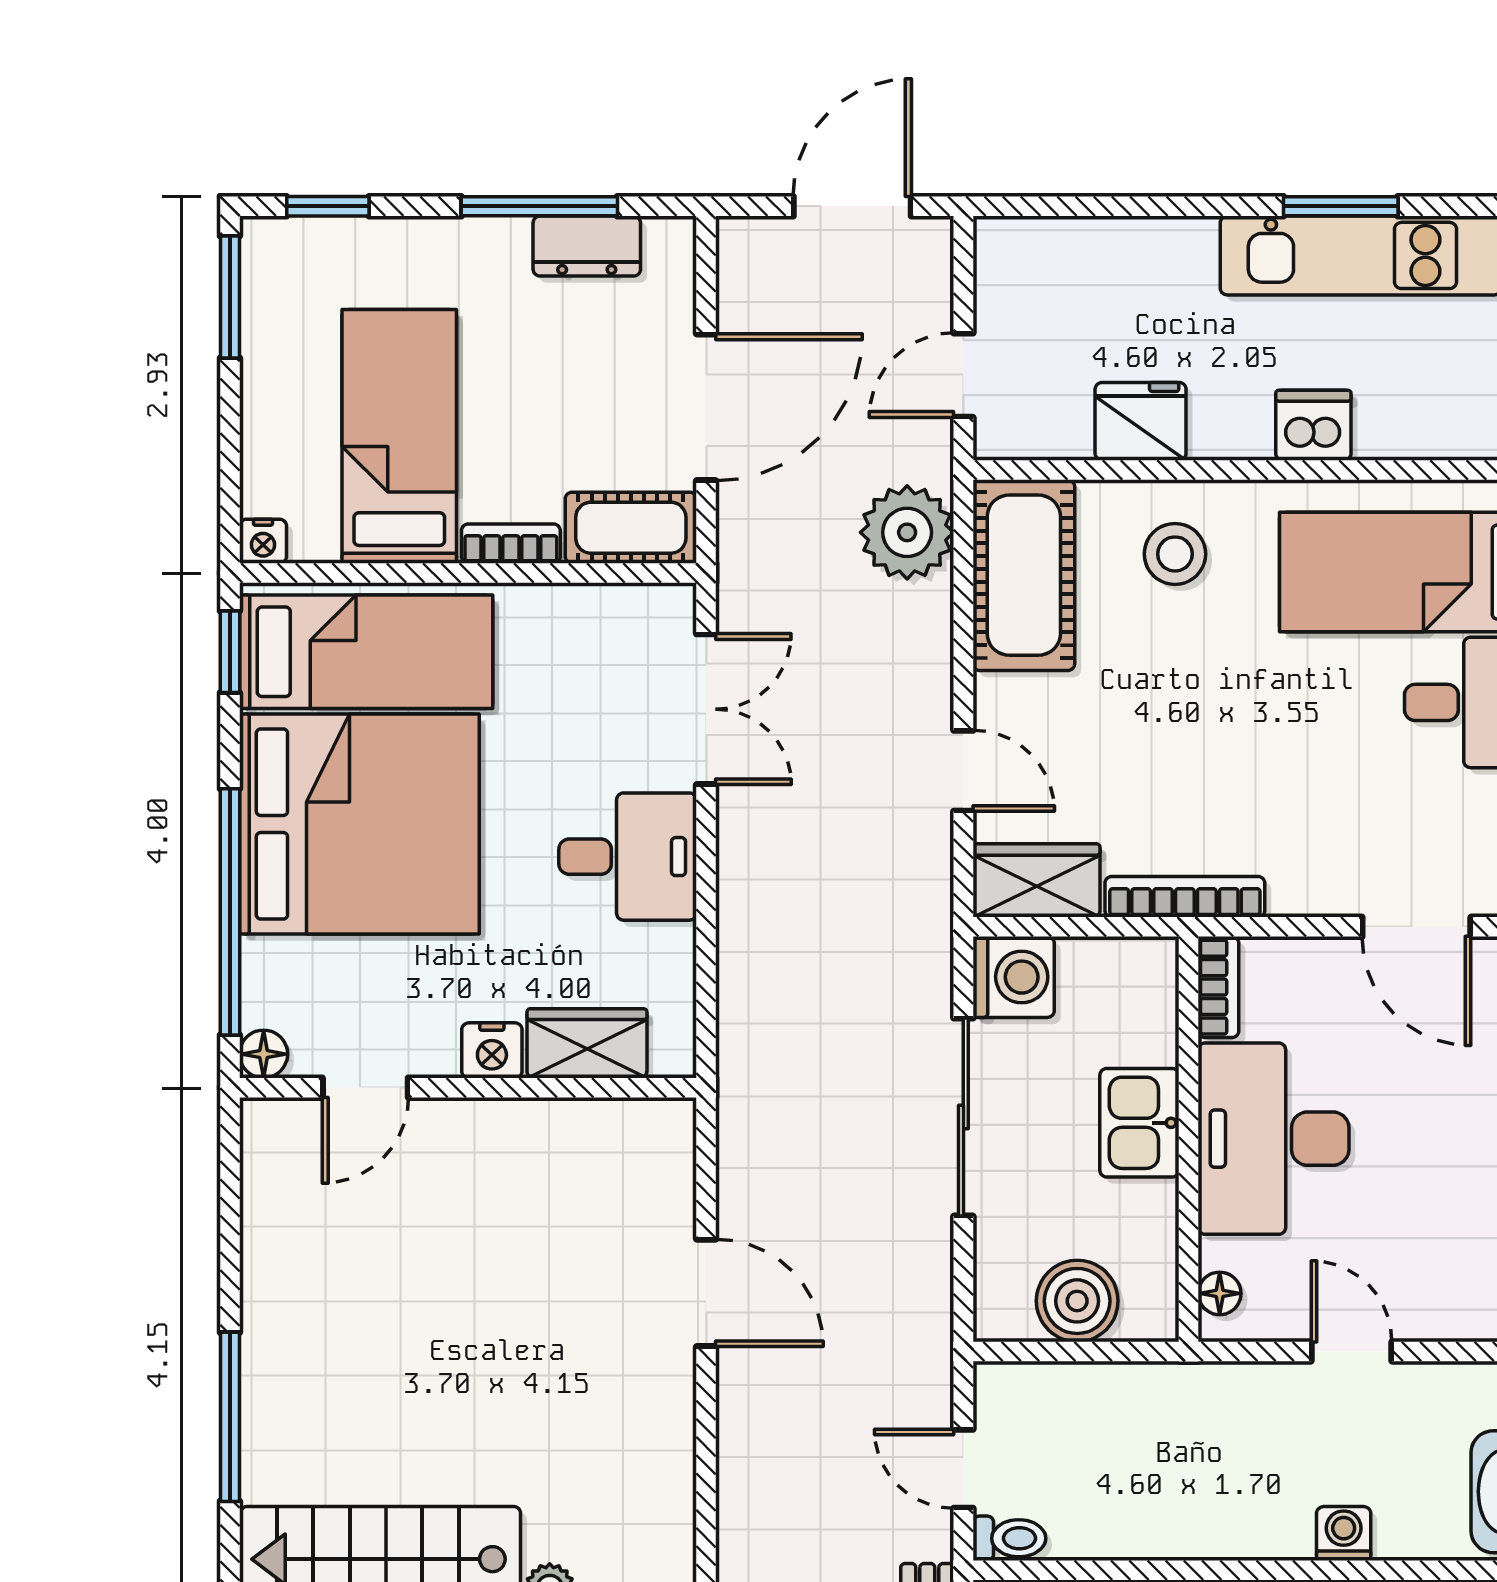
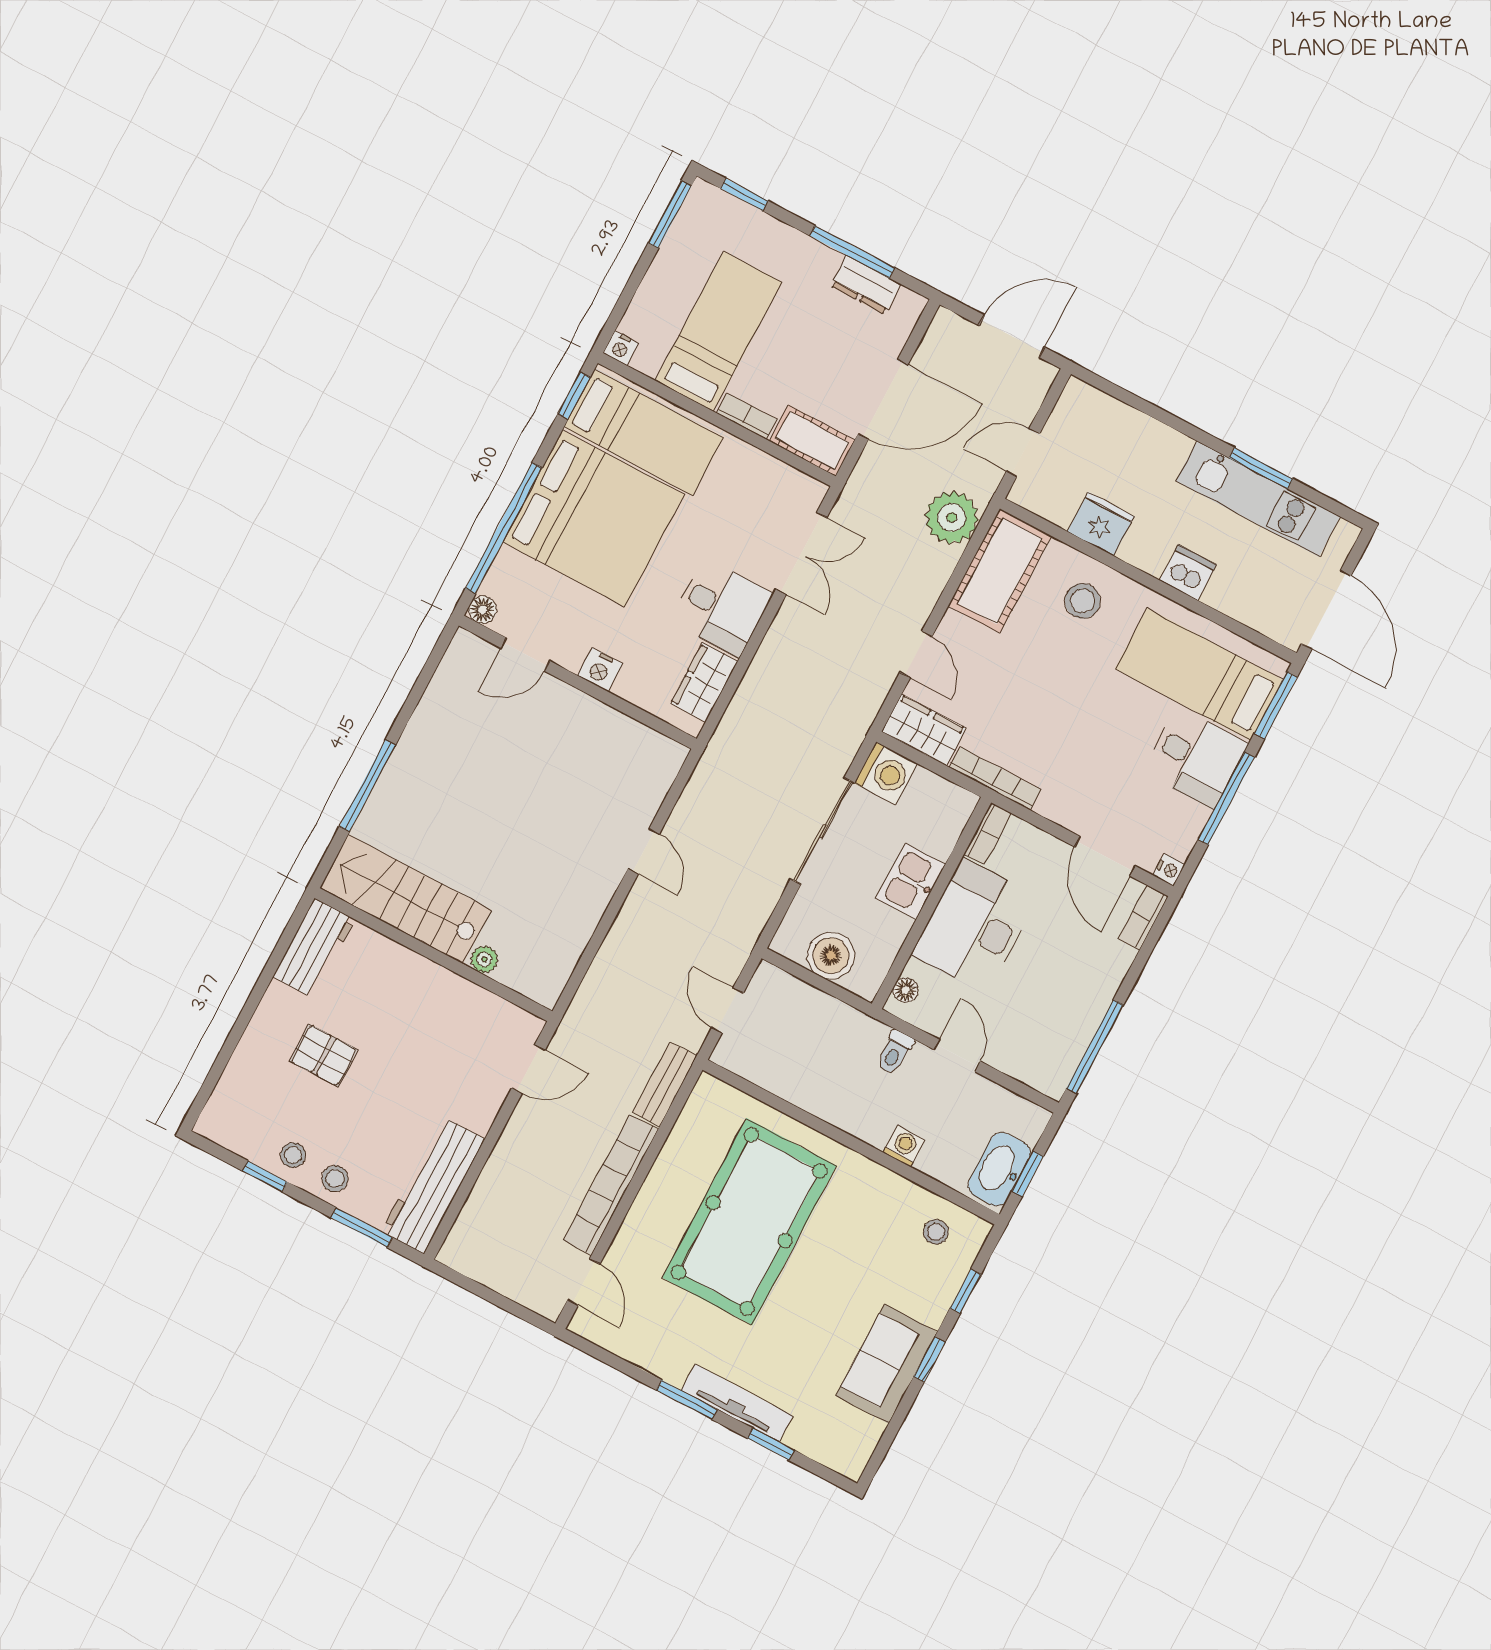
wardrobe: (587, 1043) -> (704, 682), moved, turned -90
door: (706, 1293) -> (644, 851), width x0.73
toilet: (1009, 1538) -> (895, 1052), moved, turned 90

